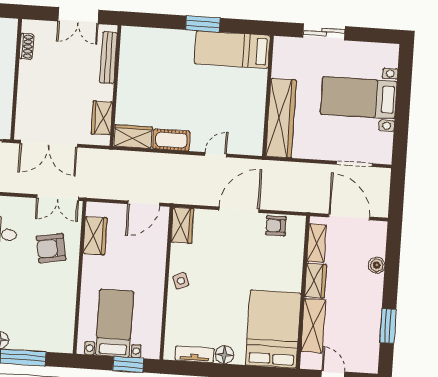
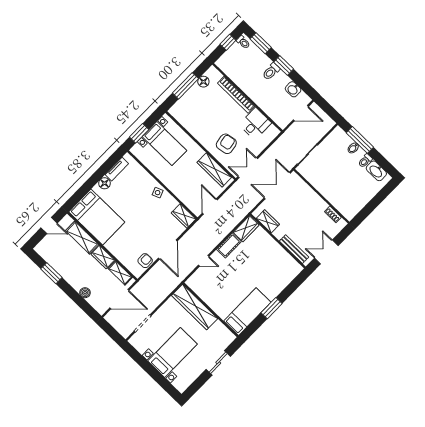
door: (216, 155) -> (204, 261), hinge flipped
wardrobe: (95, 236) -> (214, 170), width x1.50

